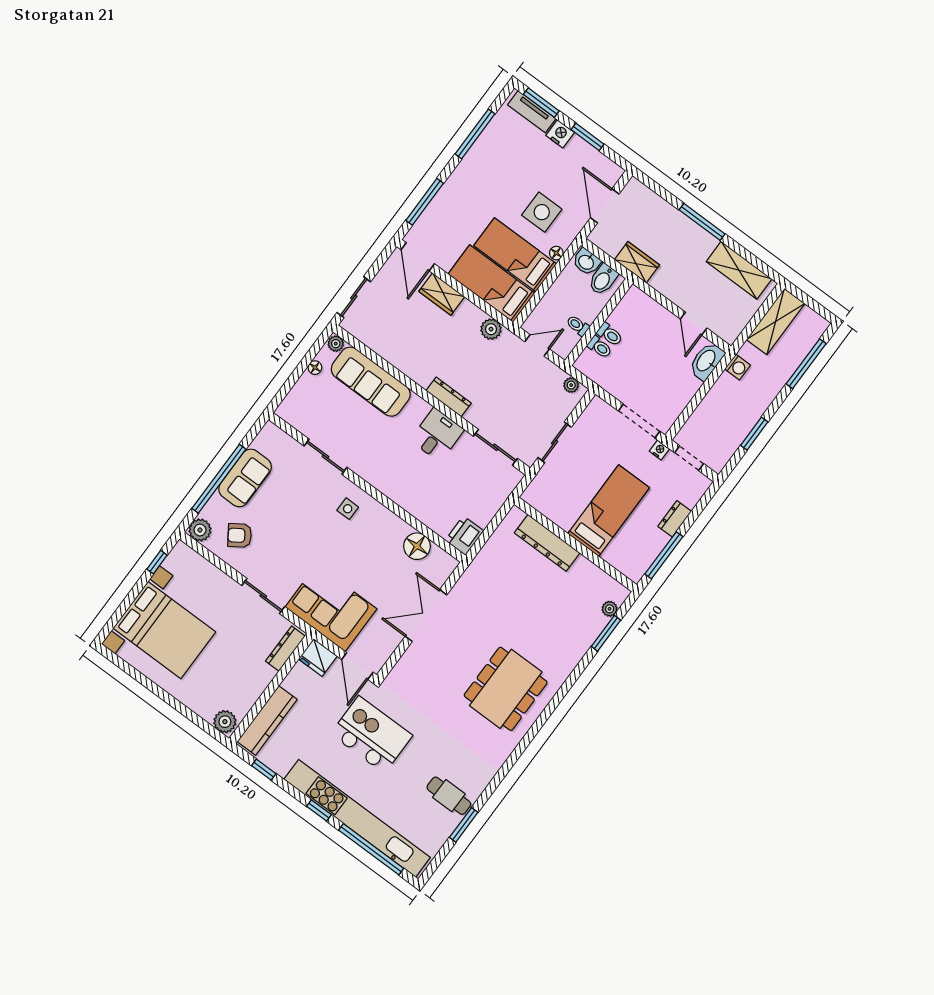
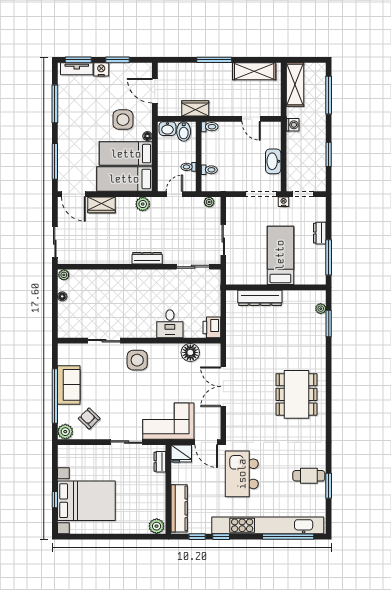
toilet: (610, 334) -> (210, 127), moved
washbasin: (706, 361) -> (273, 161), moved
sofa: (371, 382) -> (98, 281), removed
desk: (437, 435) -> (170, 324), moved, turned 180
side table: (348, 509) -> (137, 360), width x1.87, depth x1.87
armchair: (240, 535) -> (89, 418), turned 79
window: (157, 562) -> (55, 500), moved
dresser: (285, 649) -> (160, 462), width x0.70
kitchen island: (371, 735) -> (242, 474), turned -90
window: (319, 811) -> (221, 537), moved

